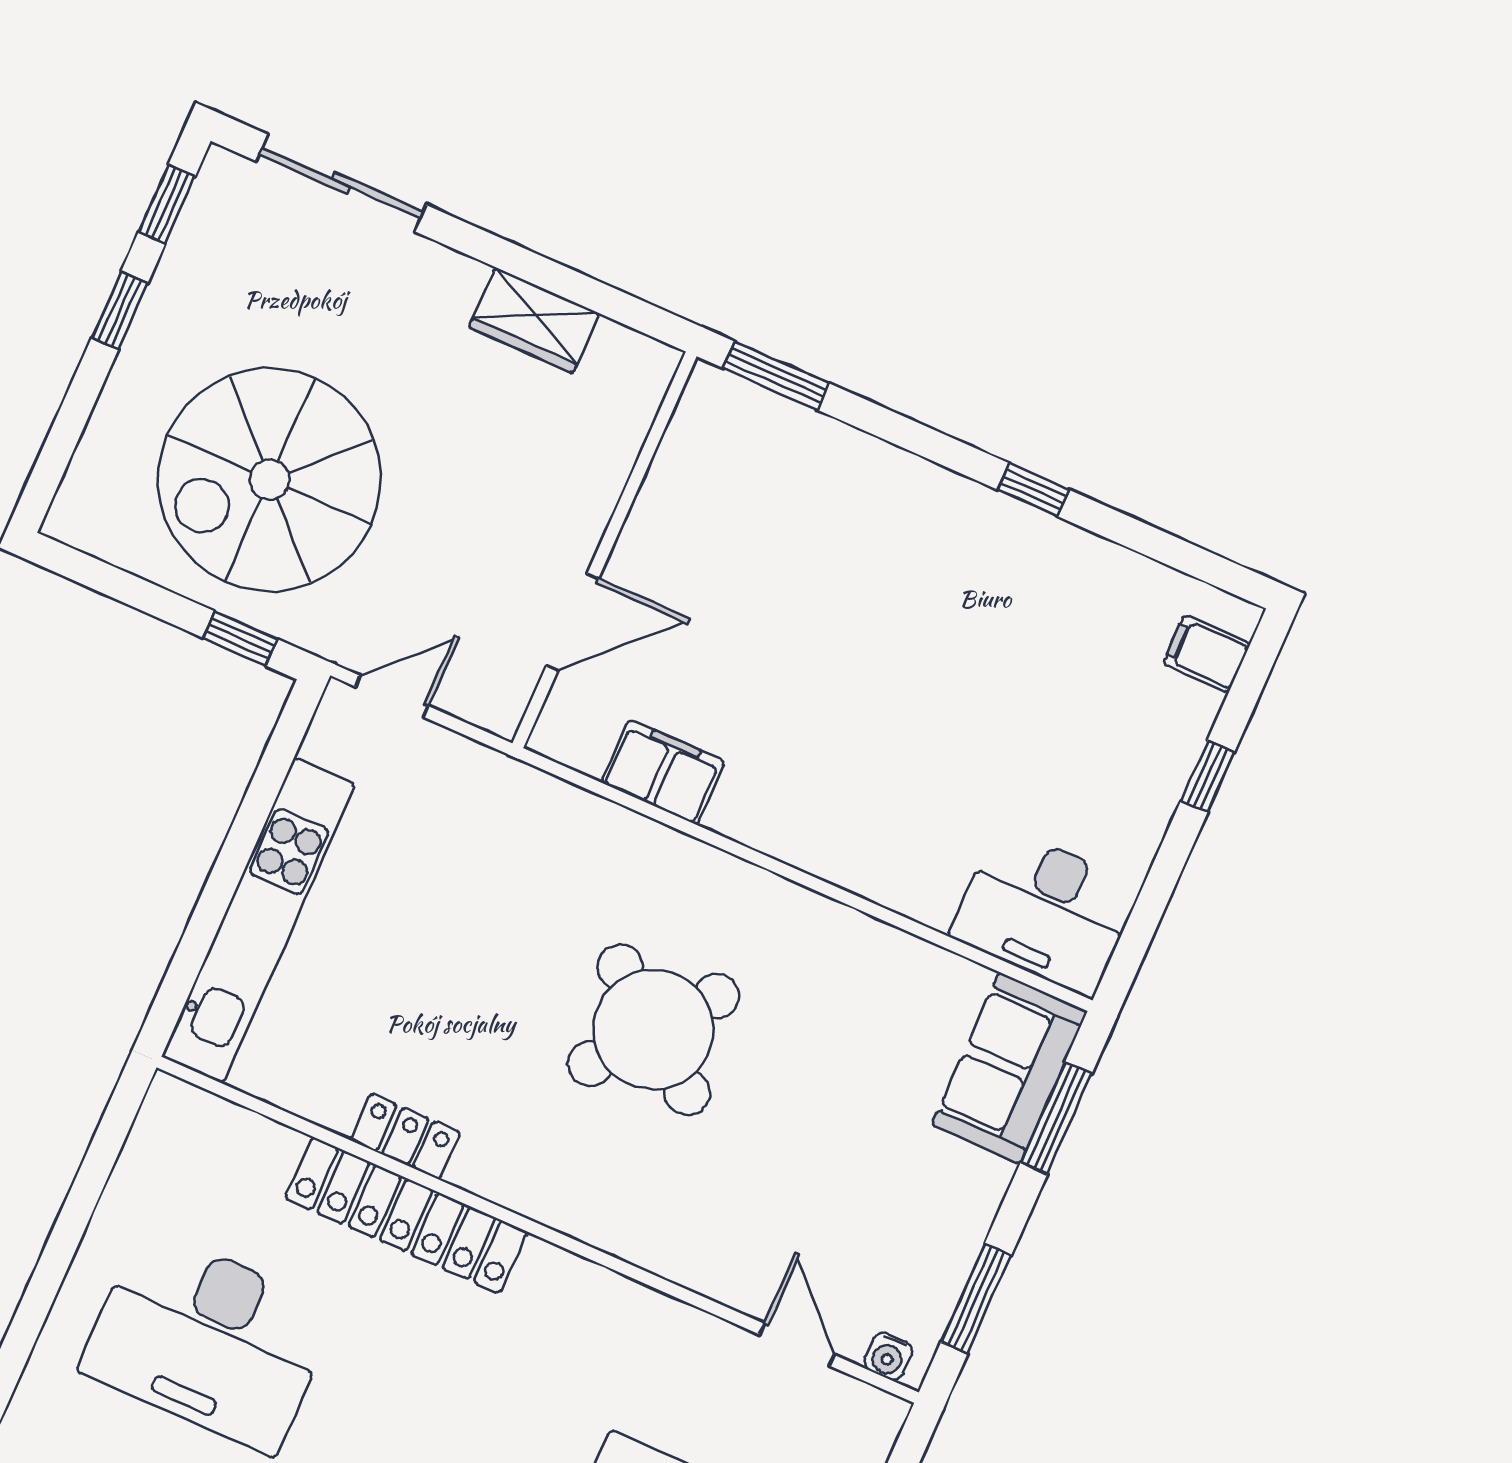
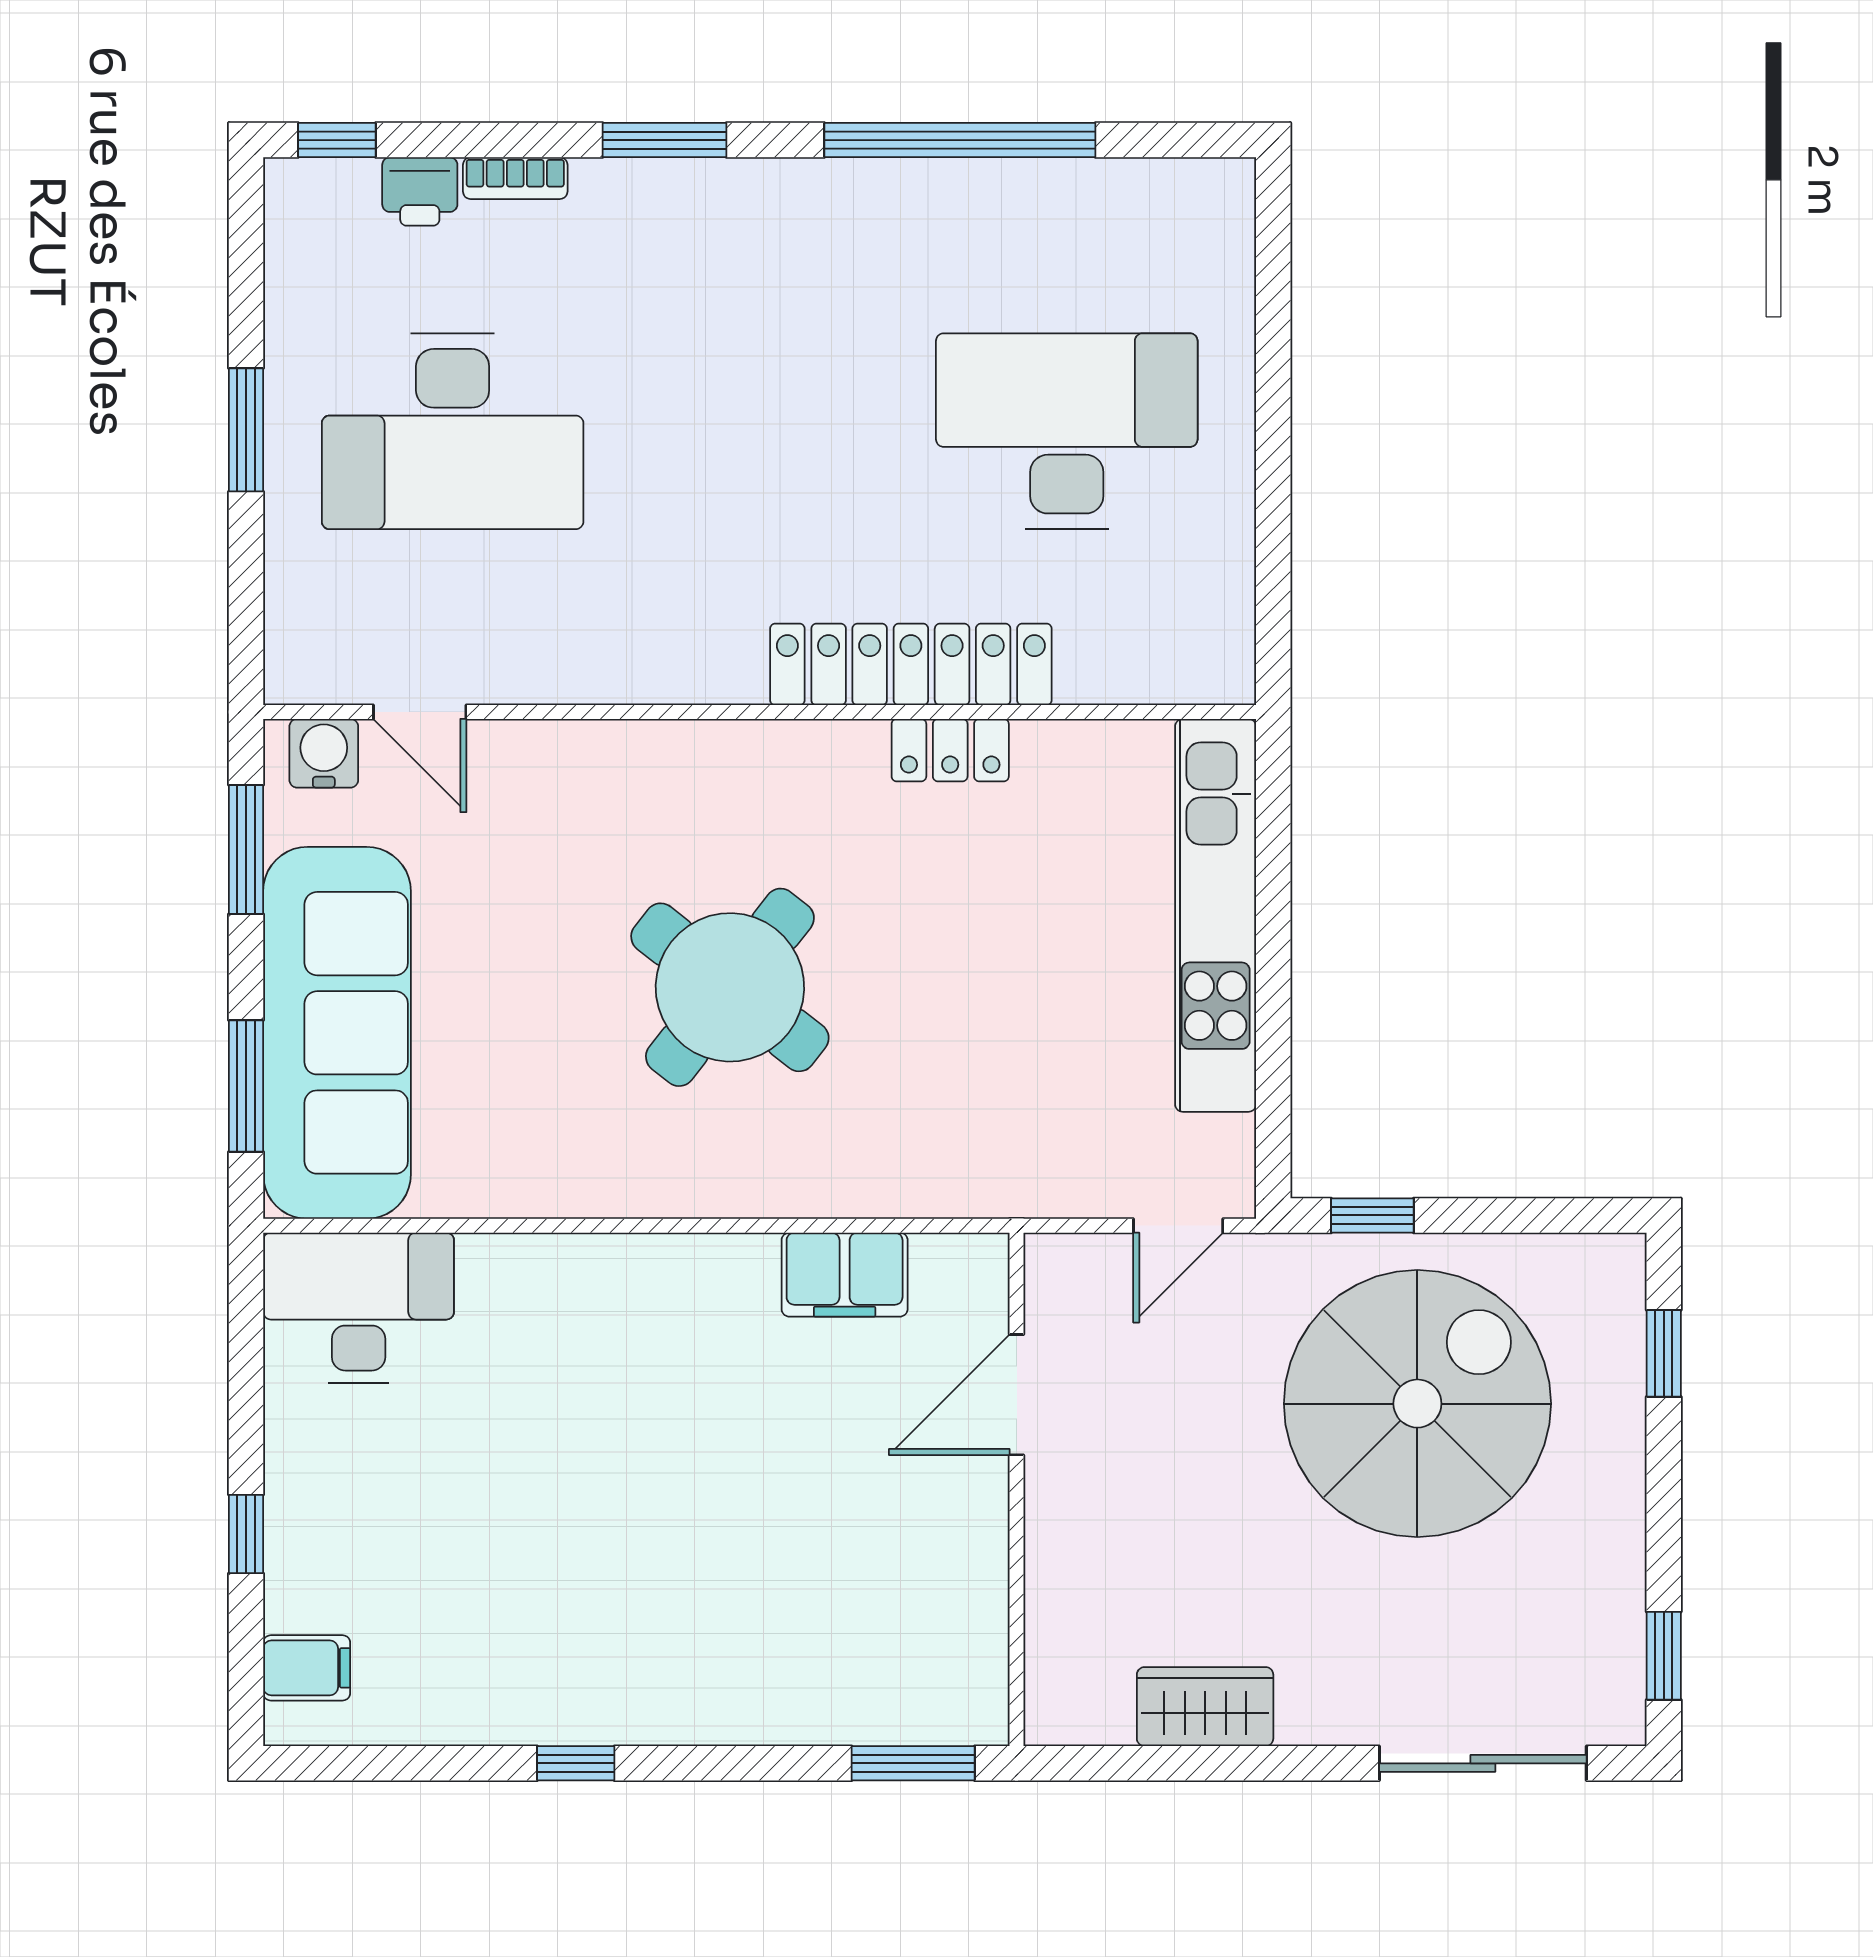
window: (120, 310) -> (1664, 1353), moved
sofa: (1010, 1068) -> (337, 1033), width x1.85, depth x1.27
water cooler: (888, 1356) -> (324, 753), width x1.38, depth x1.38

